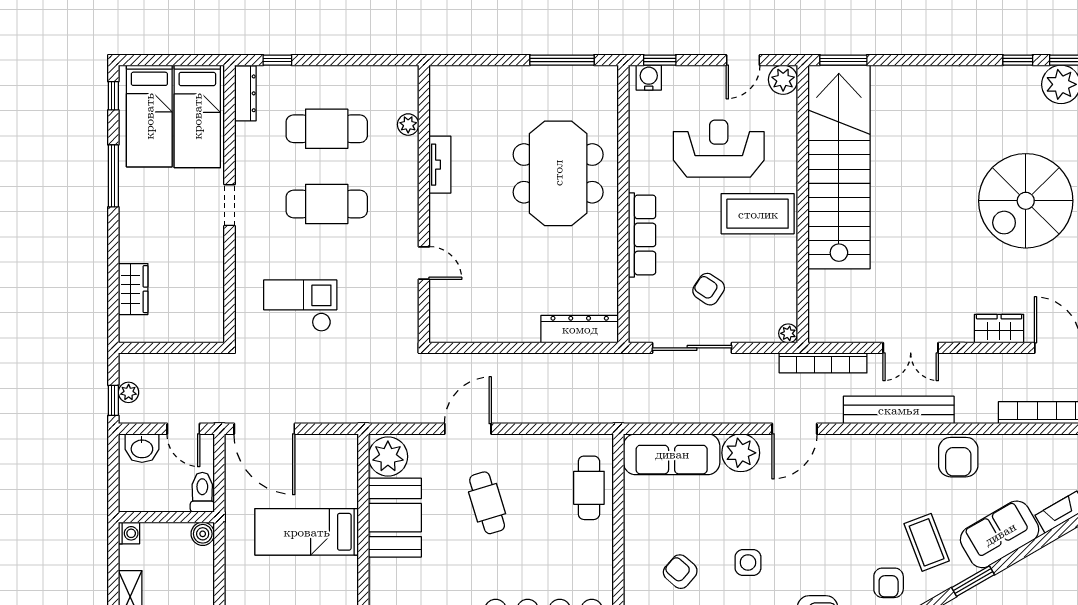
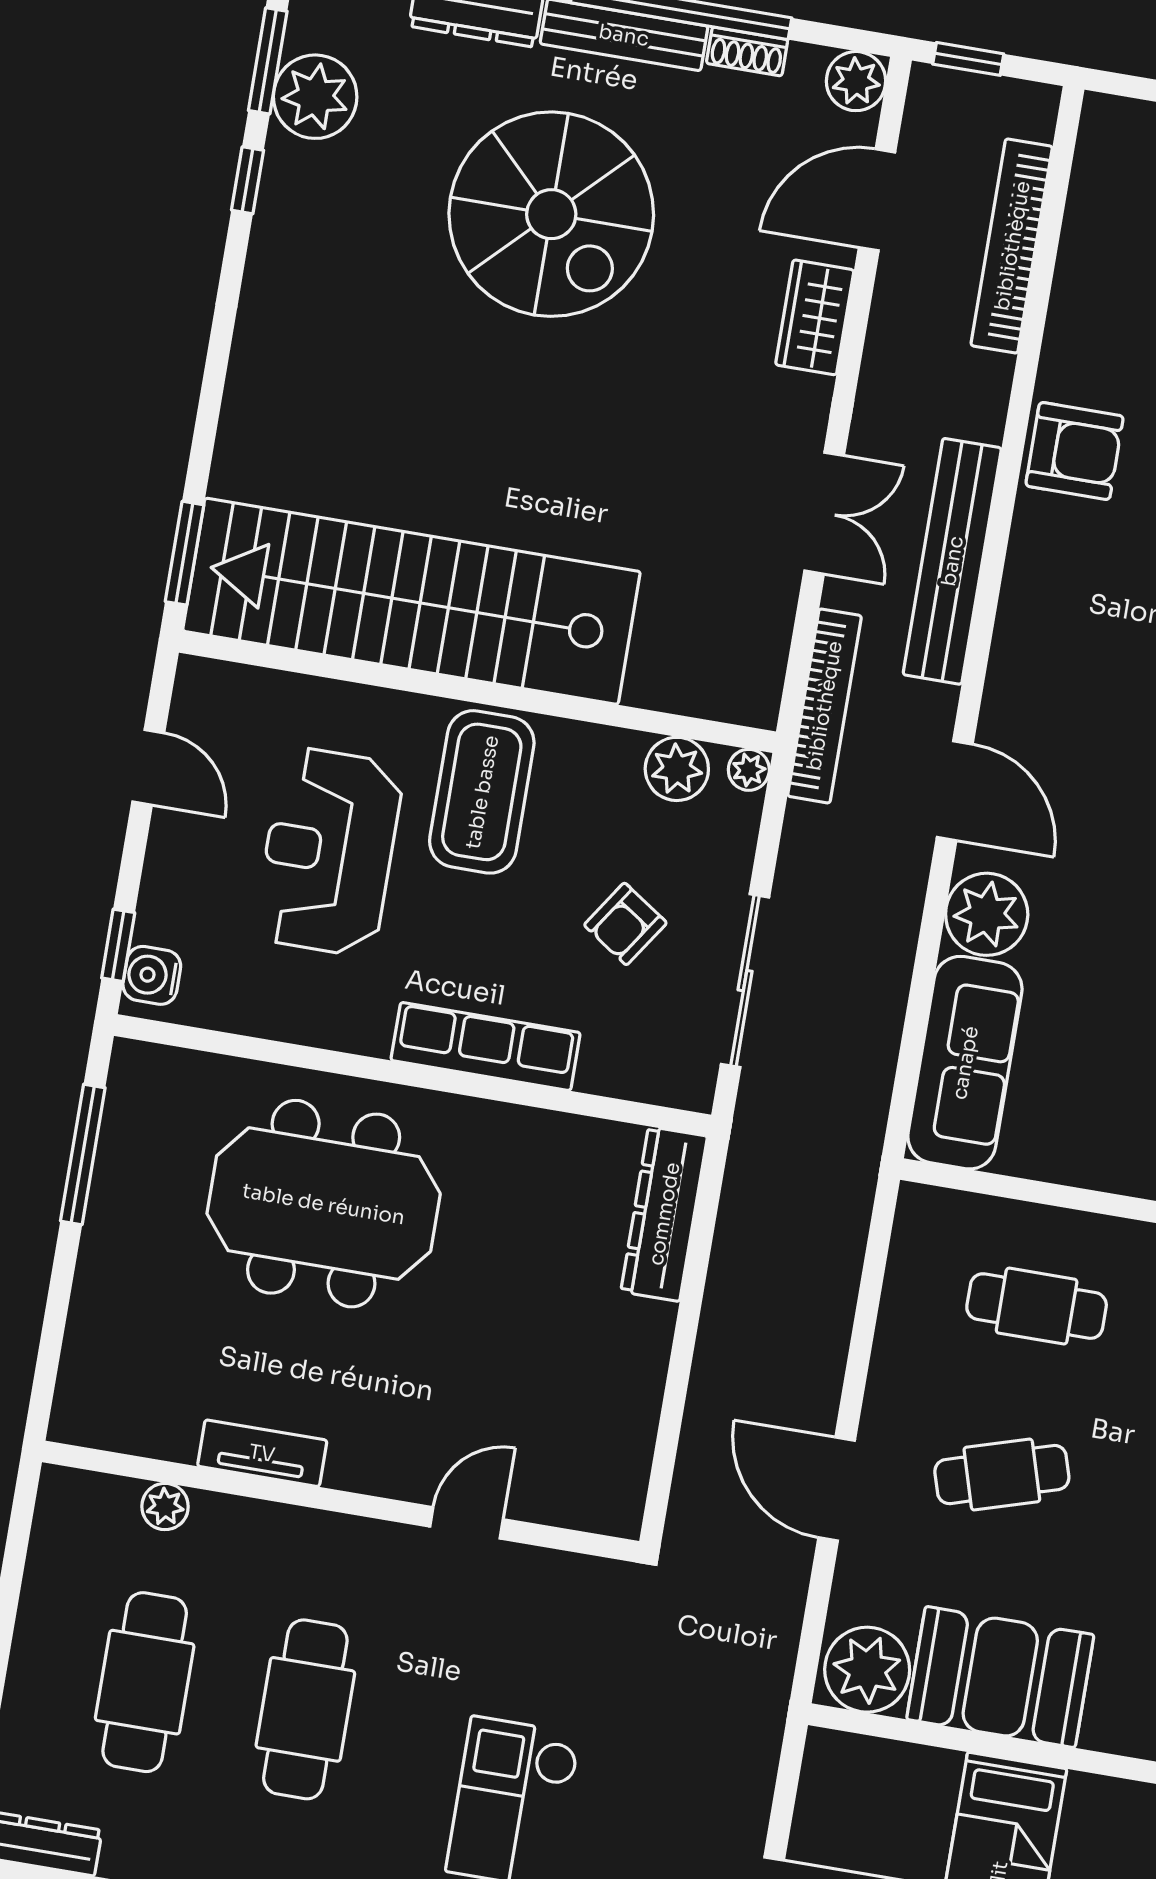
plant: (783, 80) -> (677, 769), moved
cafe table: (589, 488) -> (1037, 1306), moved

